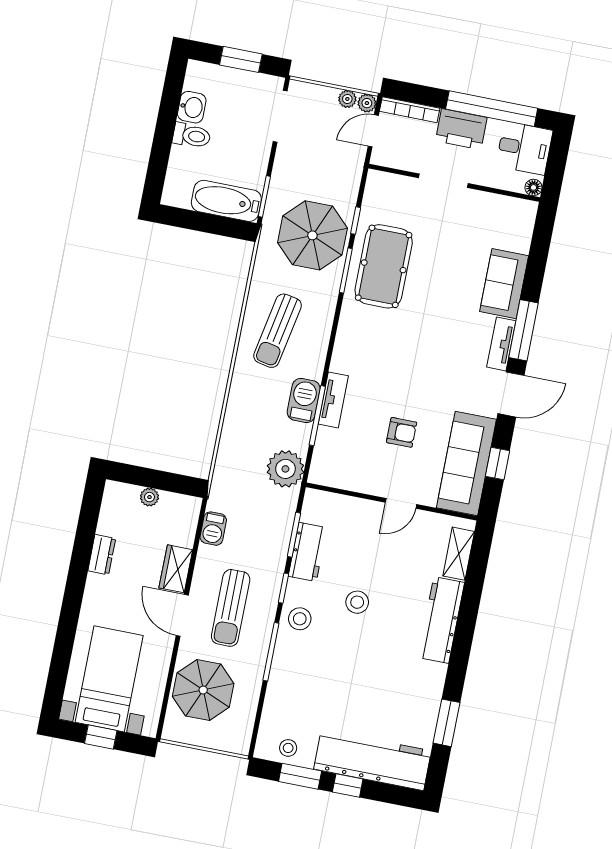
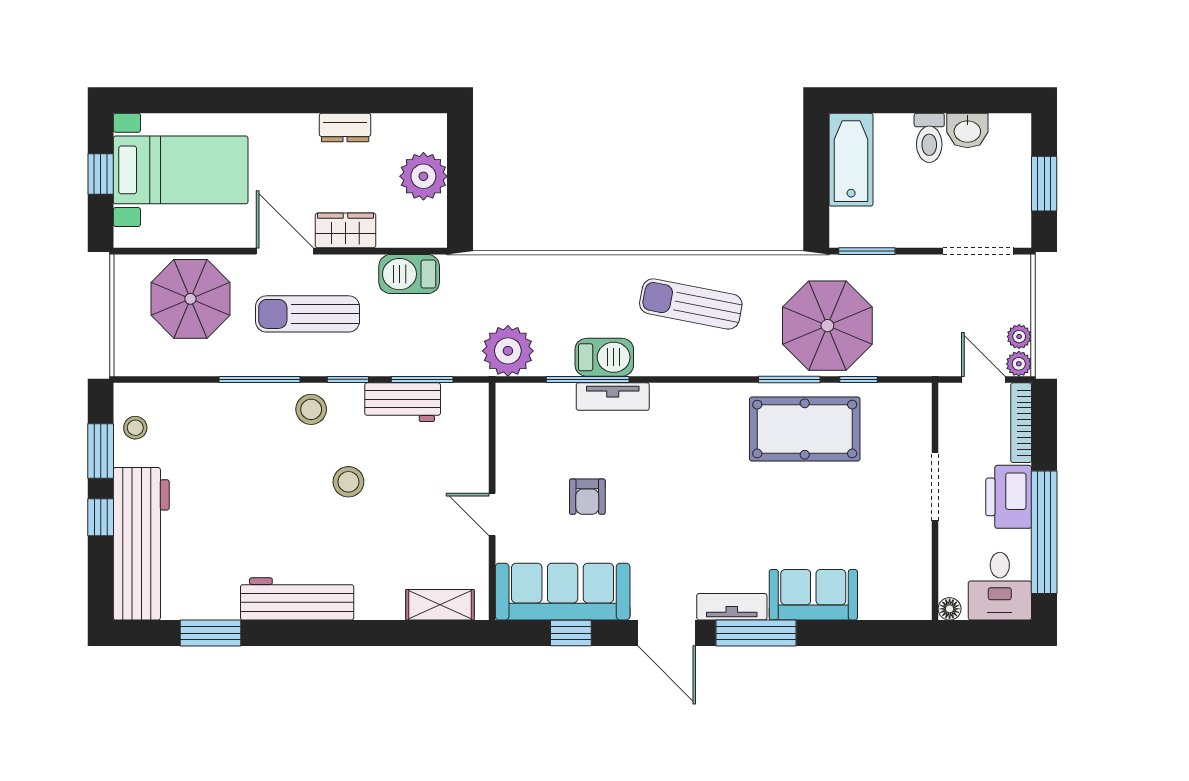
bathtub: (226, 201) -> (851, 160), moved
plant: (149, 497) -> (423, 176), width x1.88, depth x1.88
barbecue: (213, 529) -> (409, 274), width x1.38, depth x1.27
door: (182, 615) -> (285, 251), hinge flipped
workbench: (441, 620) -> (297, 599), moved

